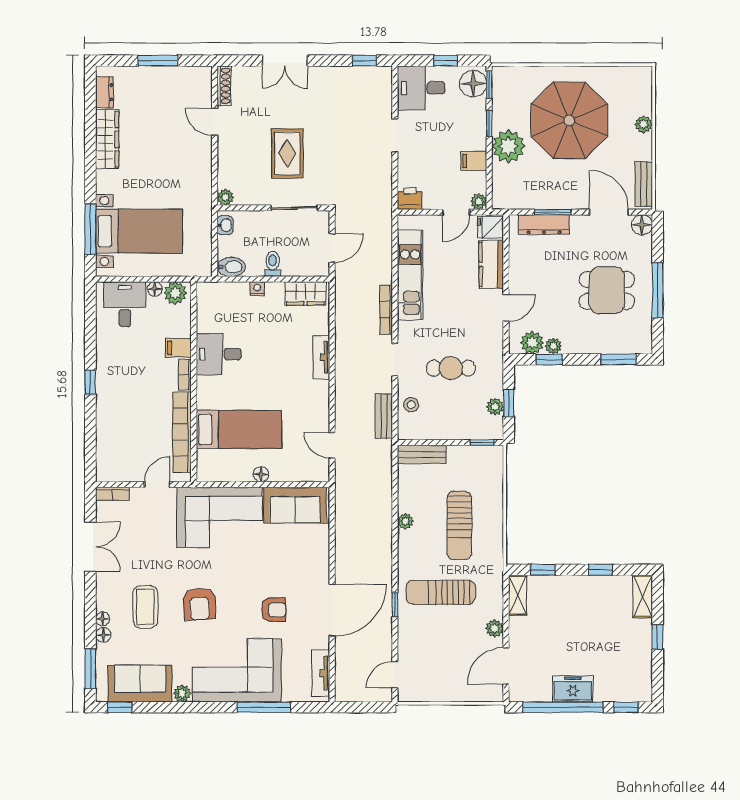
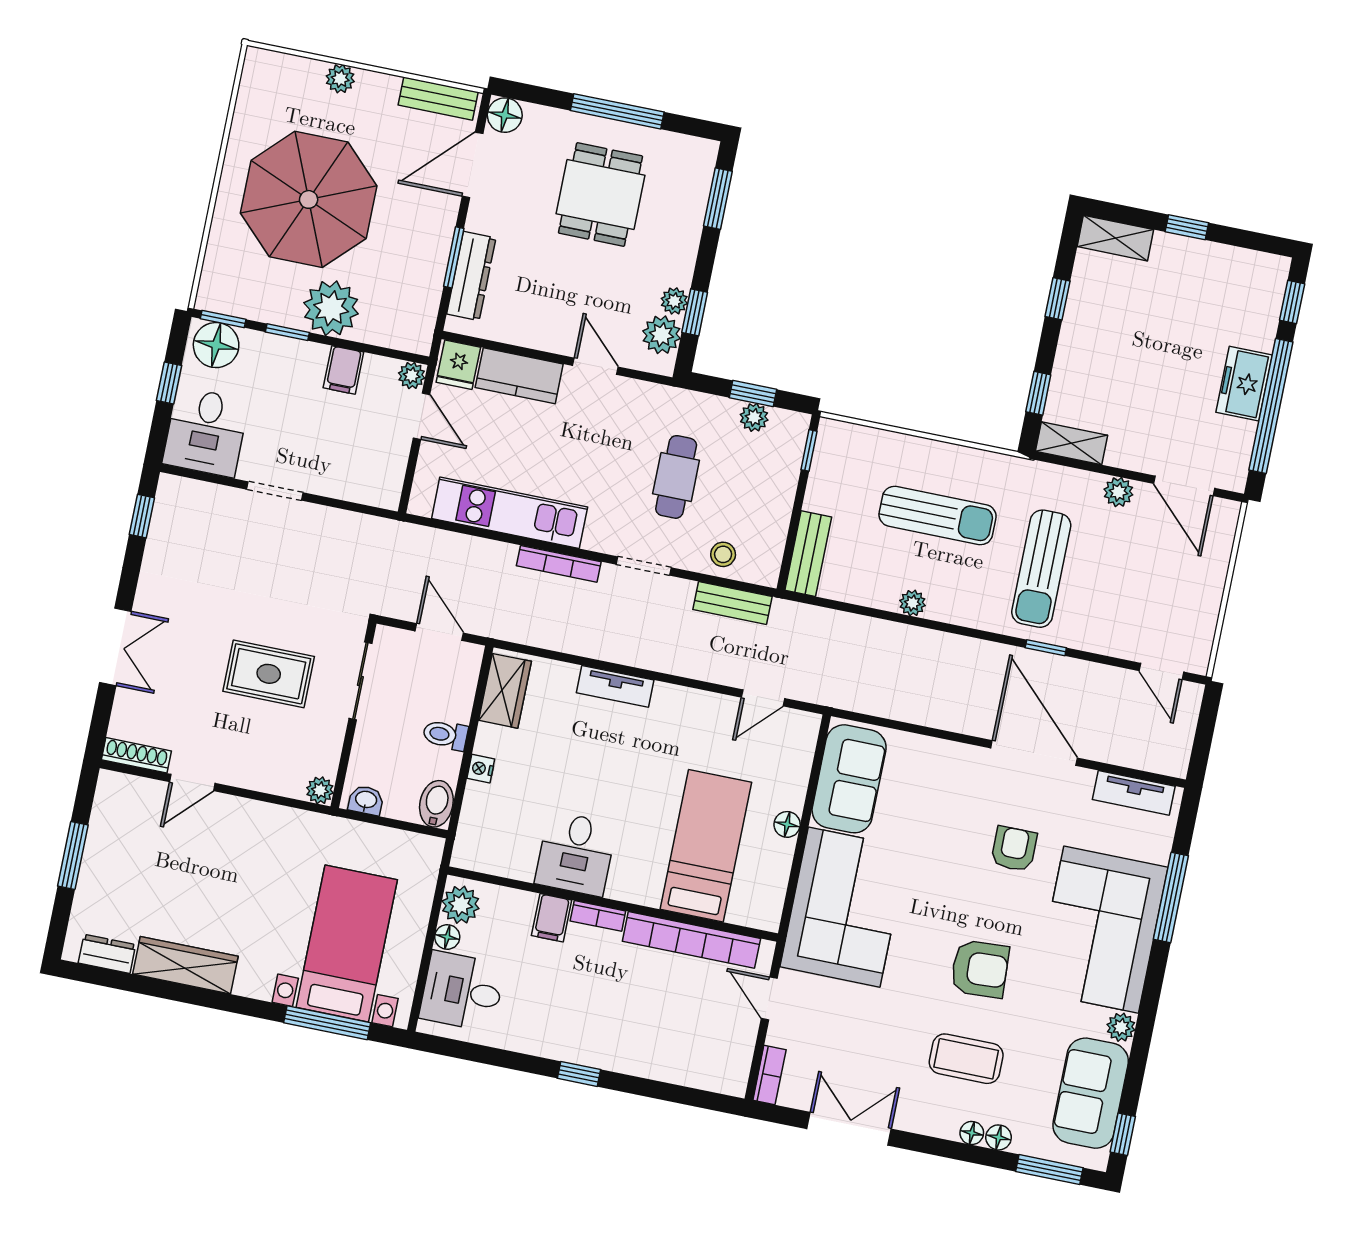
printer: (410, 198) -> (384, 488), removed

